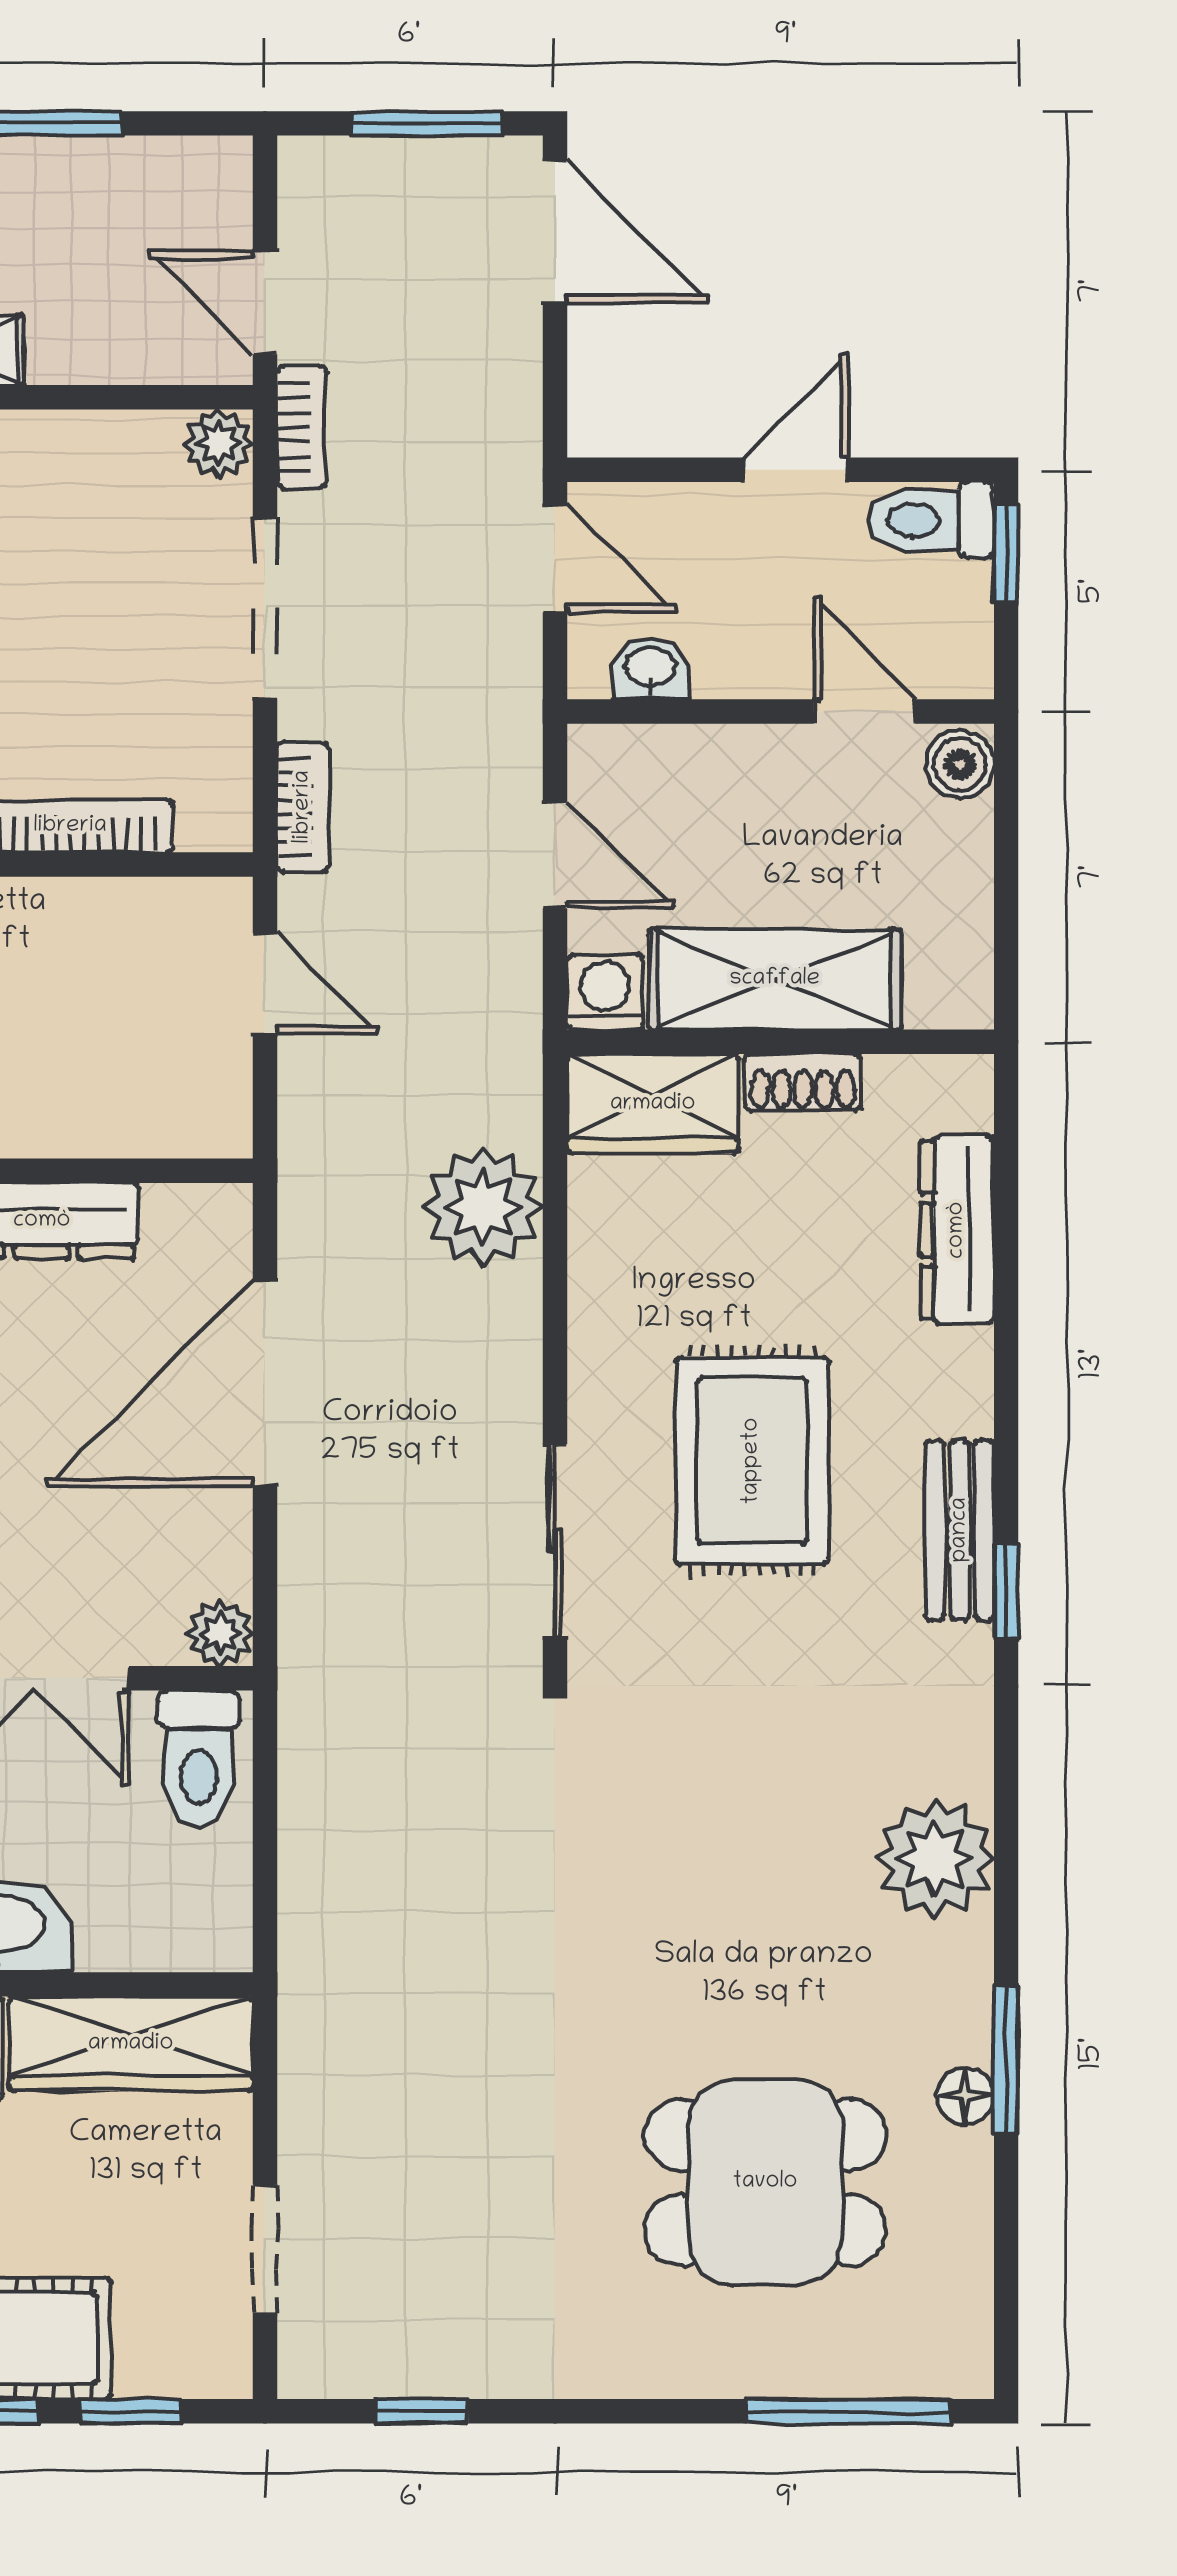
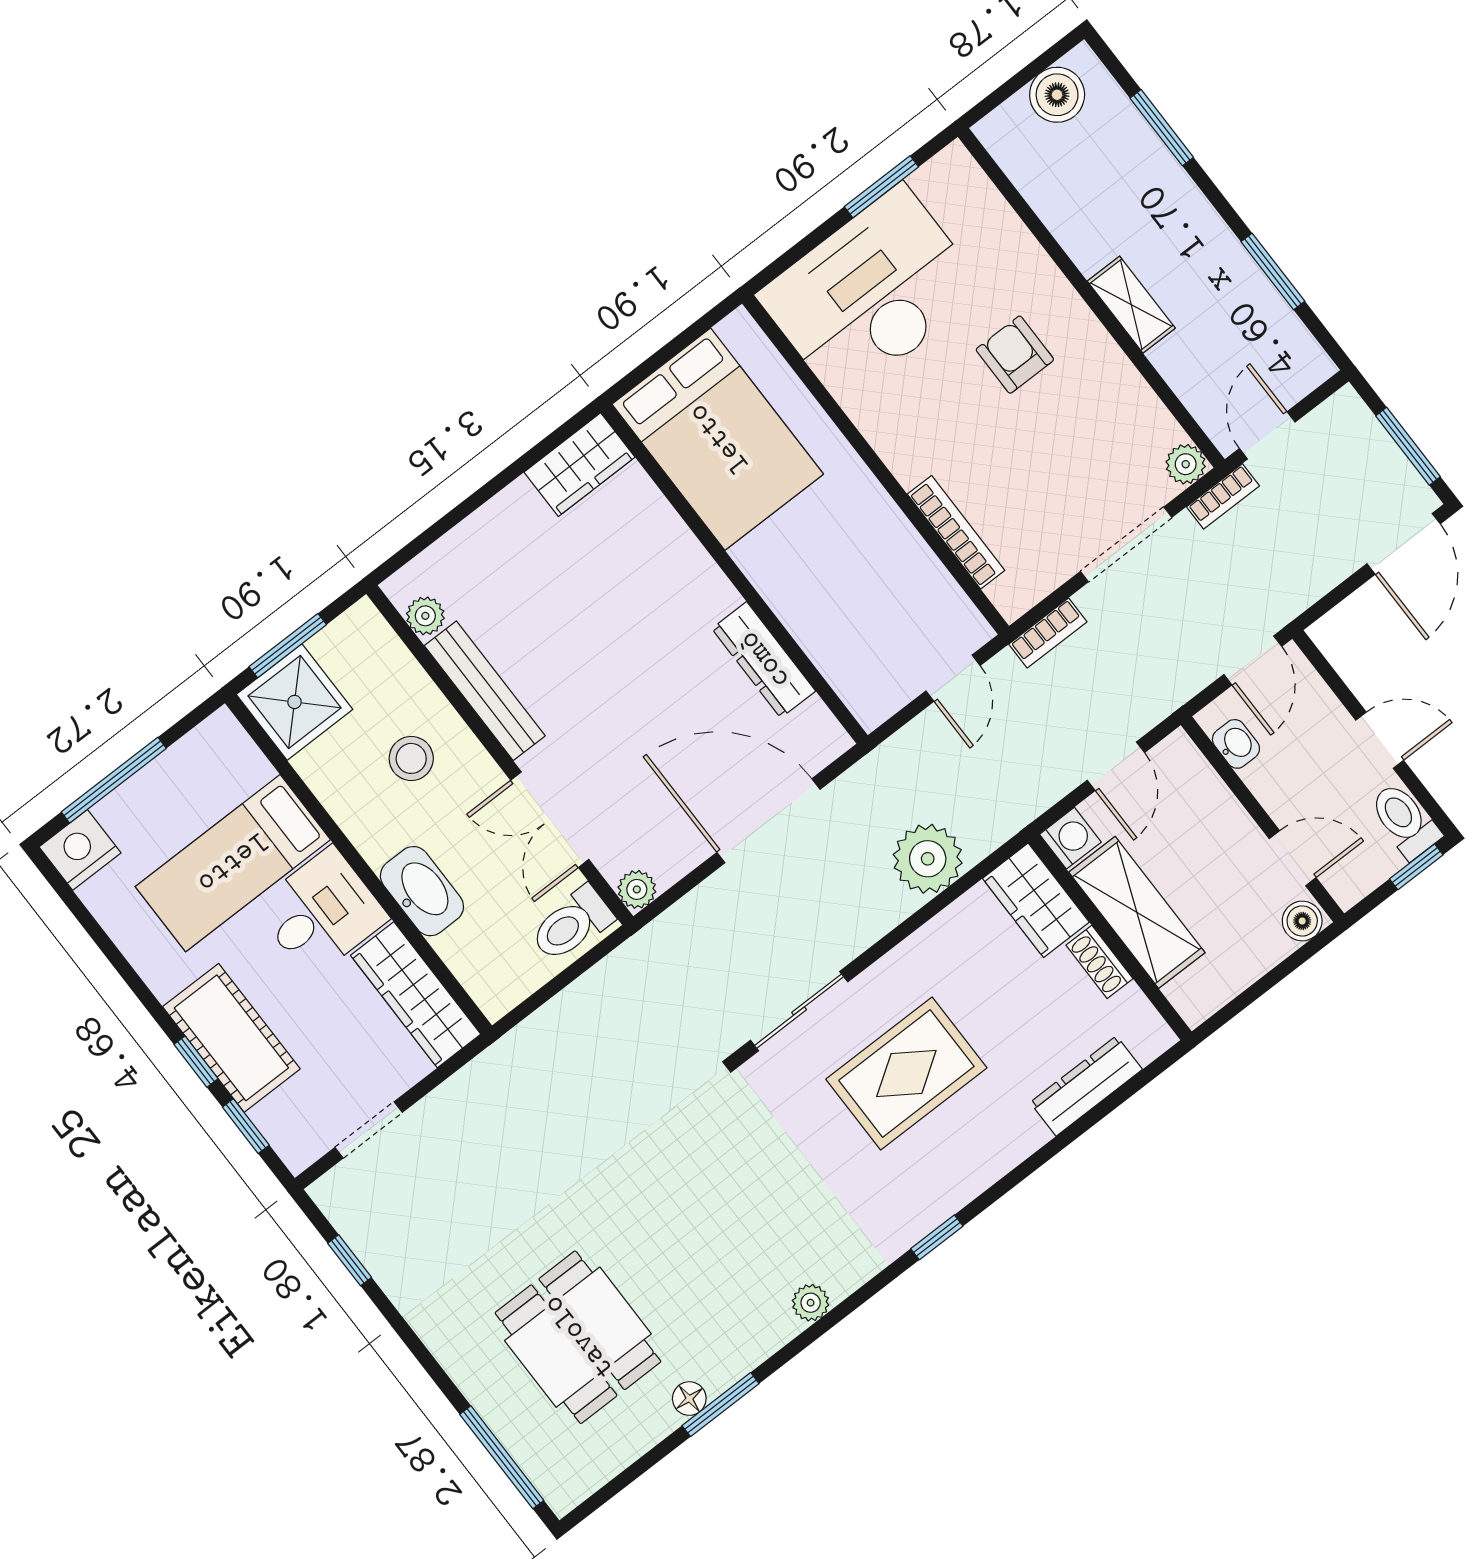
door: (865, 711) -> (1293, 858), hinge flipped
bench: (960, 1530) -> (948, 1194), removed
plant: (935, 1858) -> (811, 1303), width x0.53, depth x0.53

